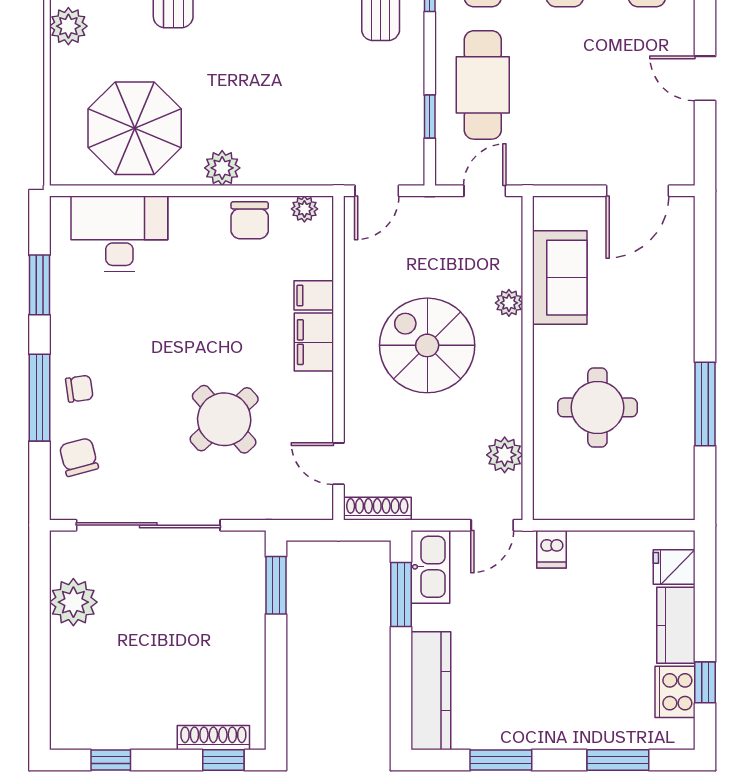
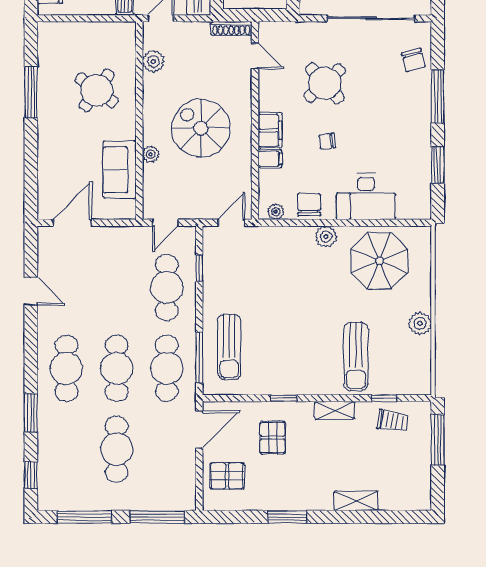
desk: (119, 234) -> (366, 196), moved
spiral stairs: (427, 345) -> (201, 128), turned 180
chair: (79, 389) -> (327, 141), moved
round table: (597, 407) -> (97, 90), turned 36

